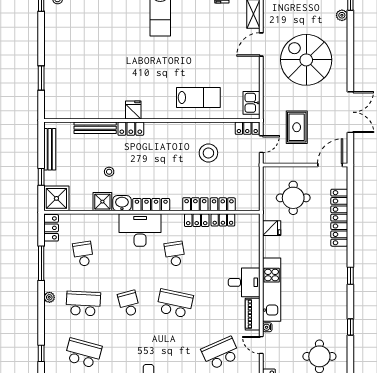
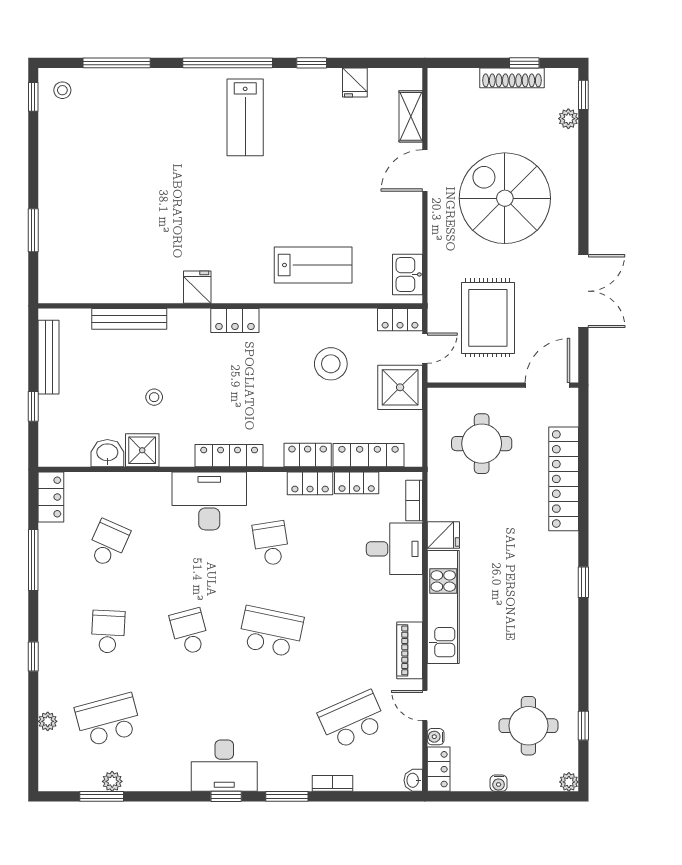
rug: (297, 127) -> (488, 318), width x1.36, depth x1.43
locker: (131, 129) -> (235, 320), moved
shower: (56, 198) -> (400, 387), moved
washbasin: (122, 203) -> (107, 453), moved
locker: (223, 204) -> (369, 455), width x1.53
fridge: (272, 228) -> (443, 535), moved
bookcase: (255, 230) -> (414, 501), added
school desk: (83, 254) -> (108, 543), turned 33
desk: (244, 282) -> (394, 549), moved
plant: (49, 297) -> (48, 721), moved
school desk: (83, 304) -> (108, 632), width x0.54
water cooler: (267, 327) -> (436, 737), moved
window: (350, 327) -> (583, 726), moved
window: (41, 353) -> (33, 657), moved
school desk: (83, 353) -> (108, 720), turned -30

